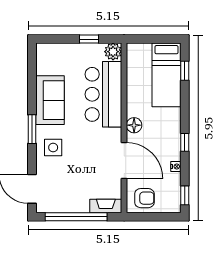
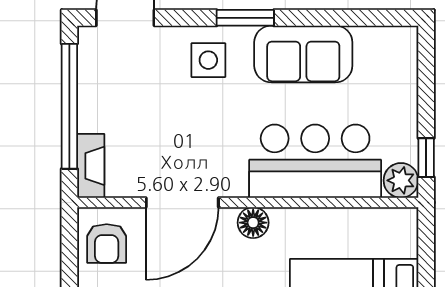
window: (89, 39) -> (426, 158), moved

